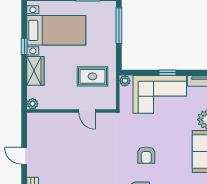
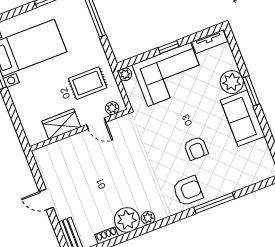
wardrobe: (35, 71) -> (61, 124), moved, turned -90
plant: (33, 104) -> (112, 108), moved
armchair: (146, 155) -> (196, 148), moved

